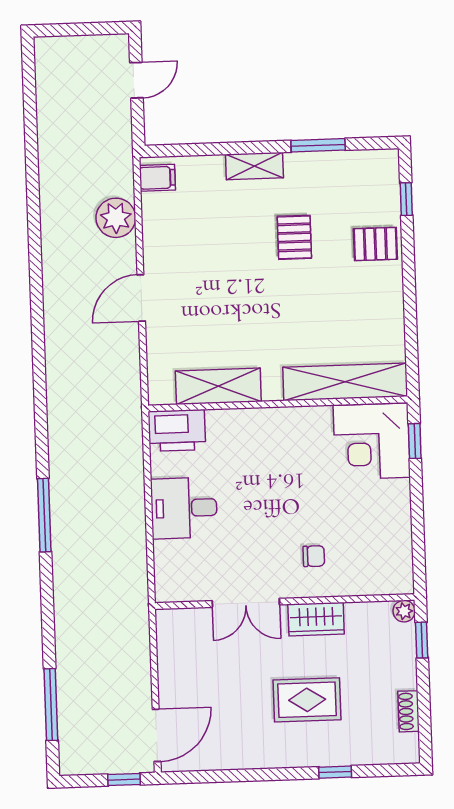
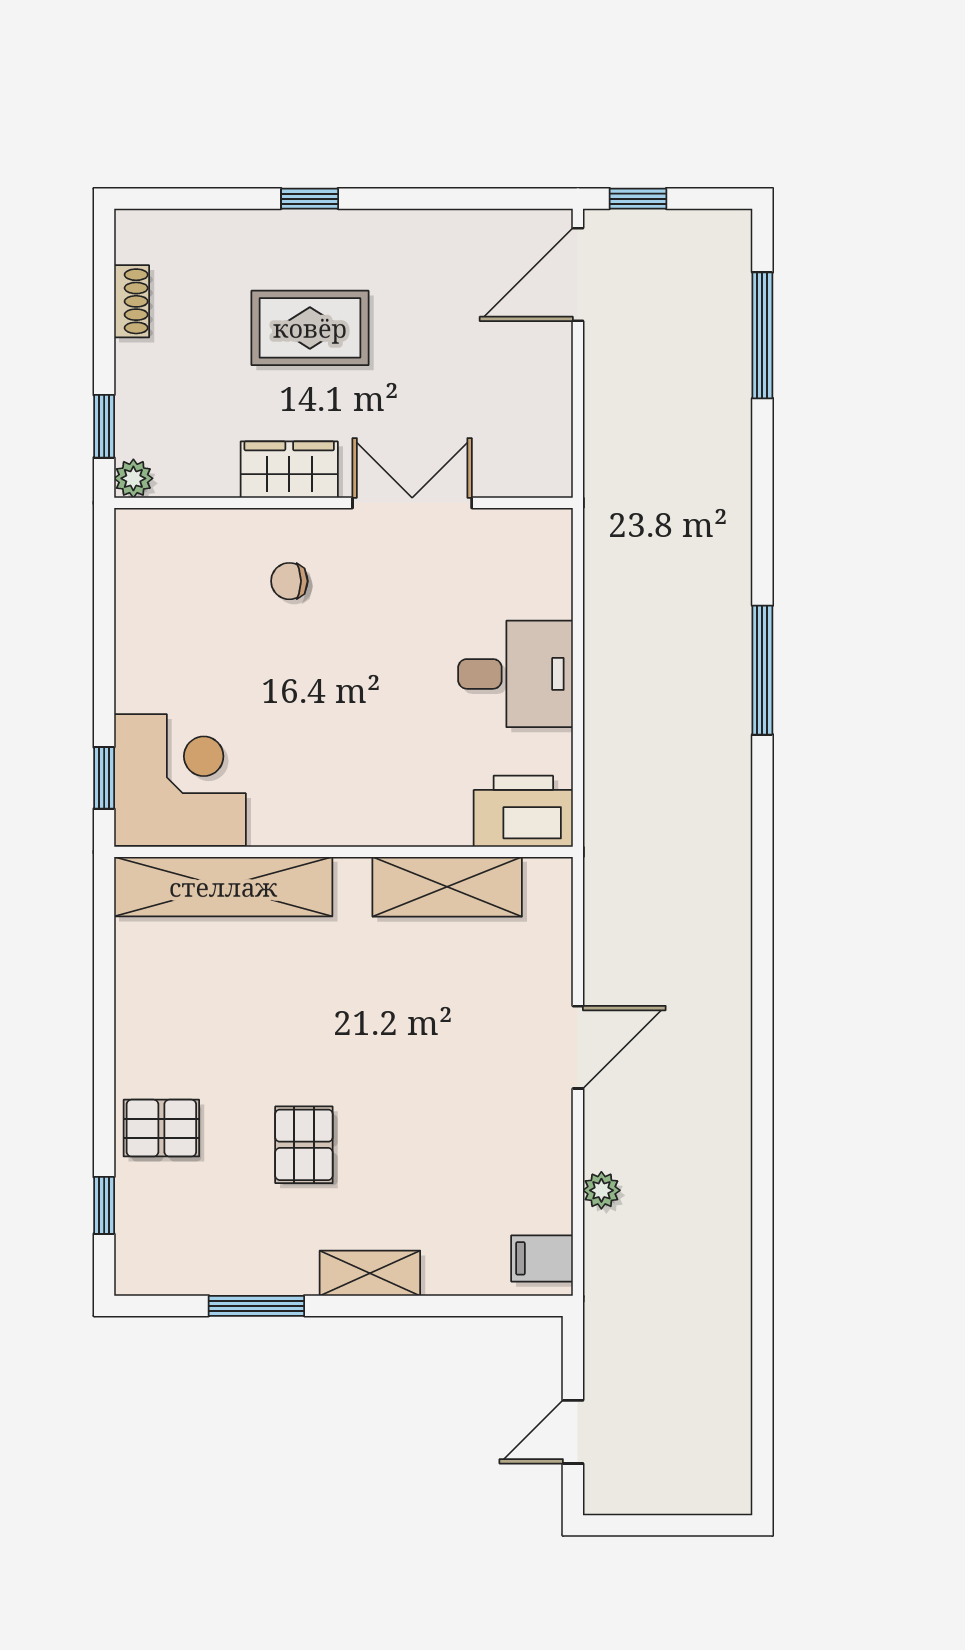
plant: (116, 218) -> (601, 1190), width x0.53, depth x0.53
window: (335, 772) -> (310, 199), moved

